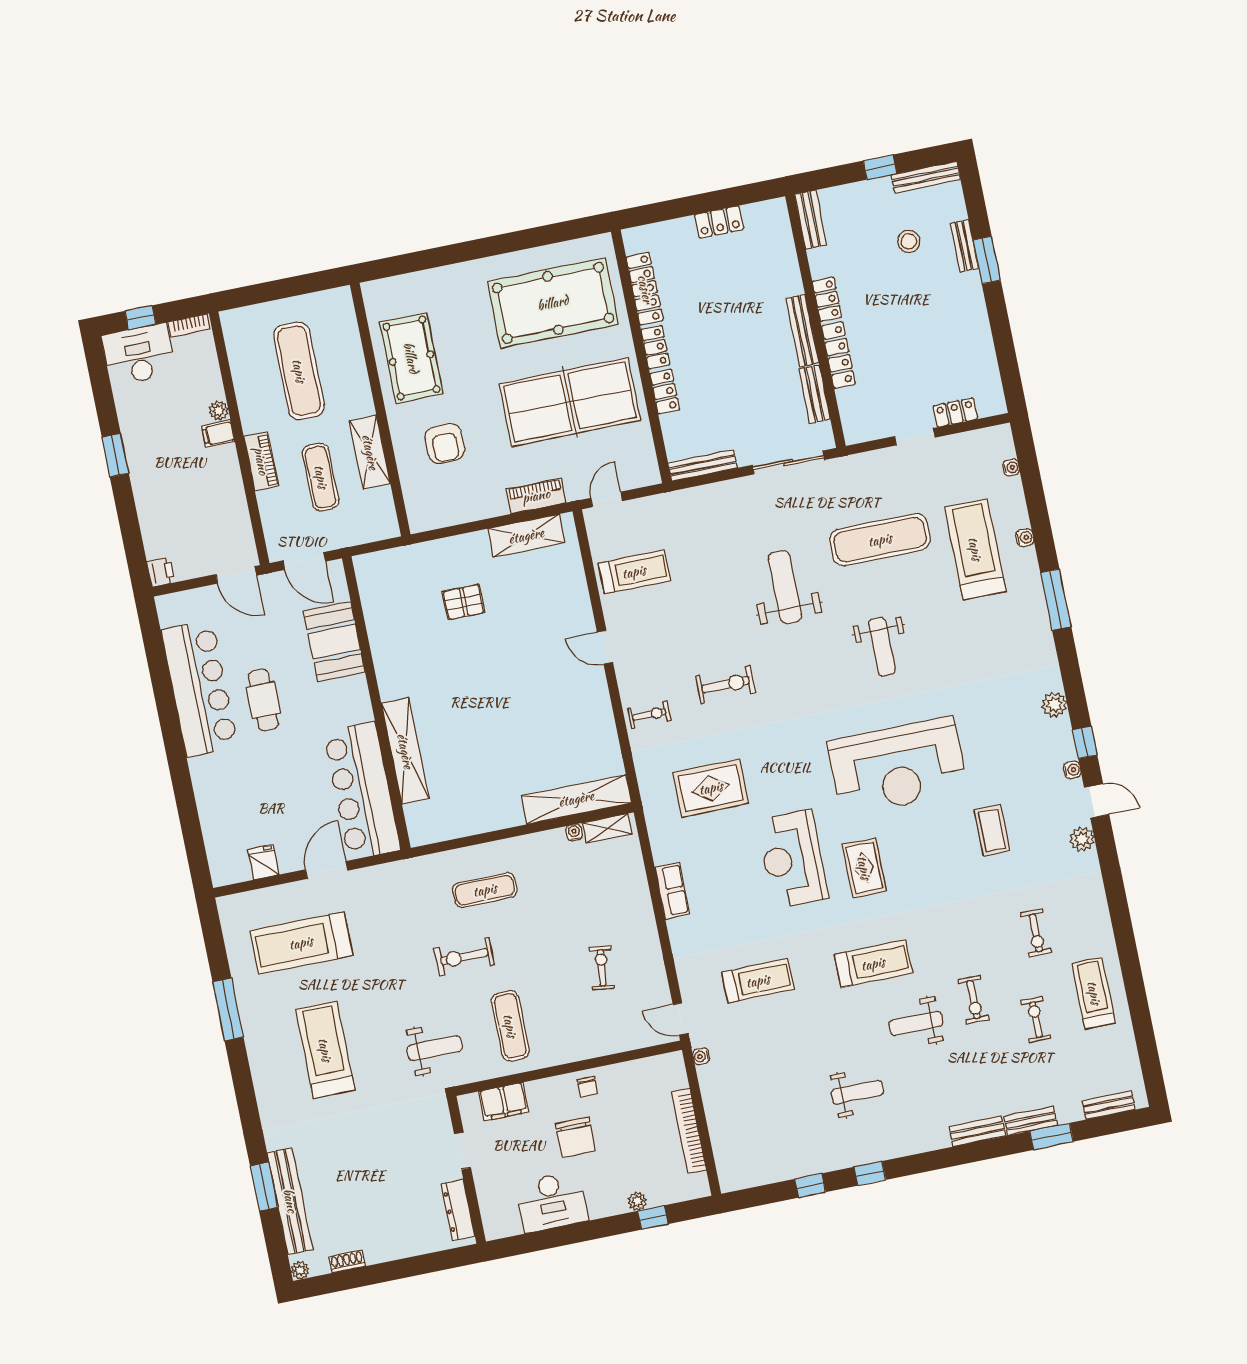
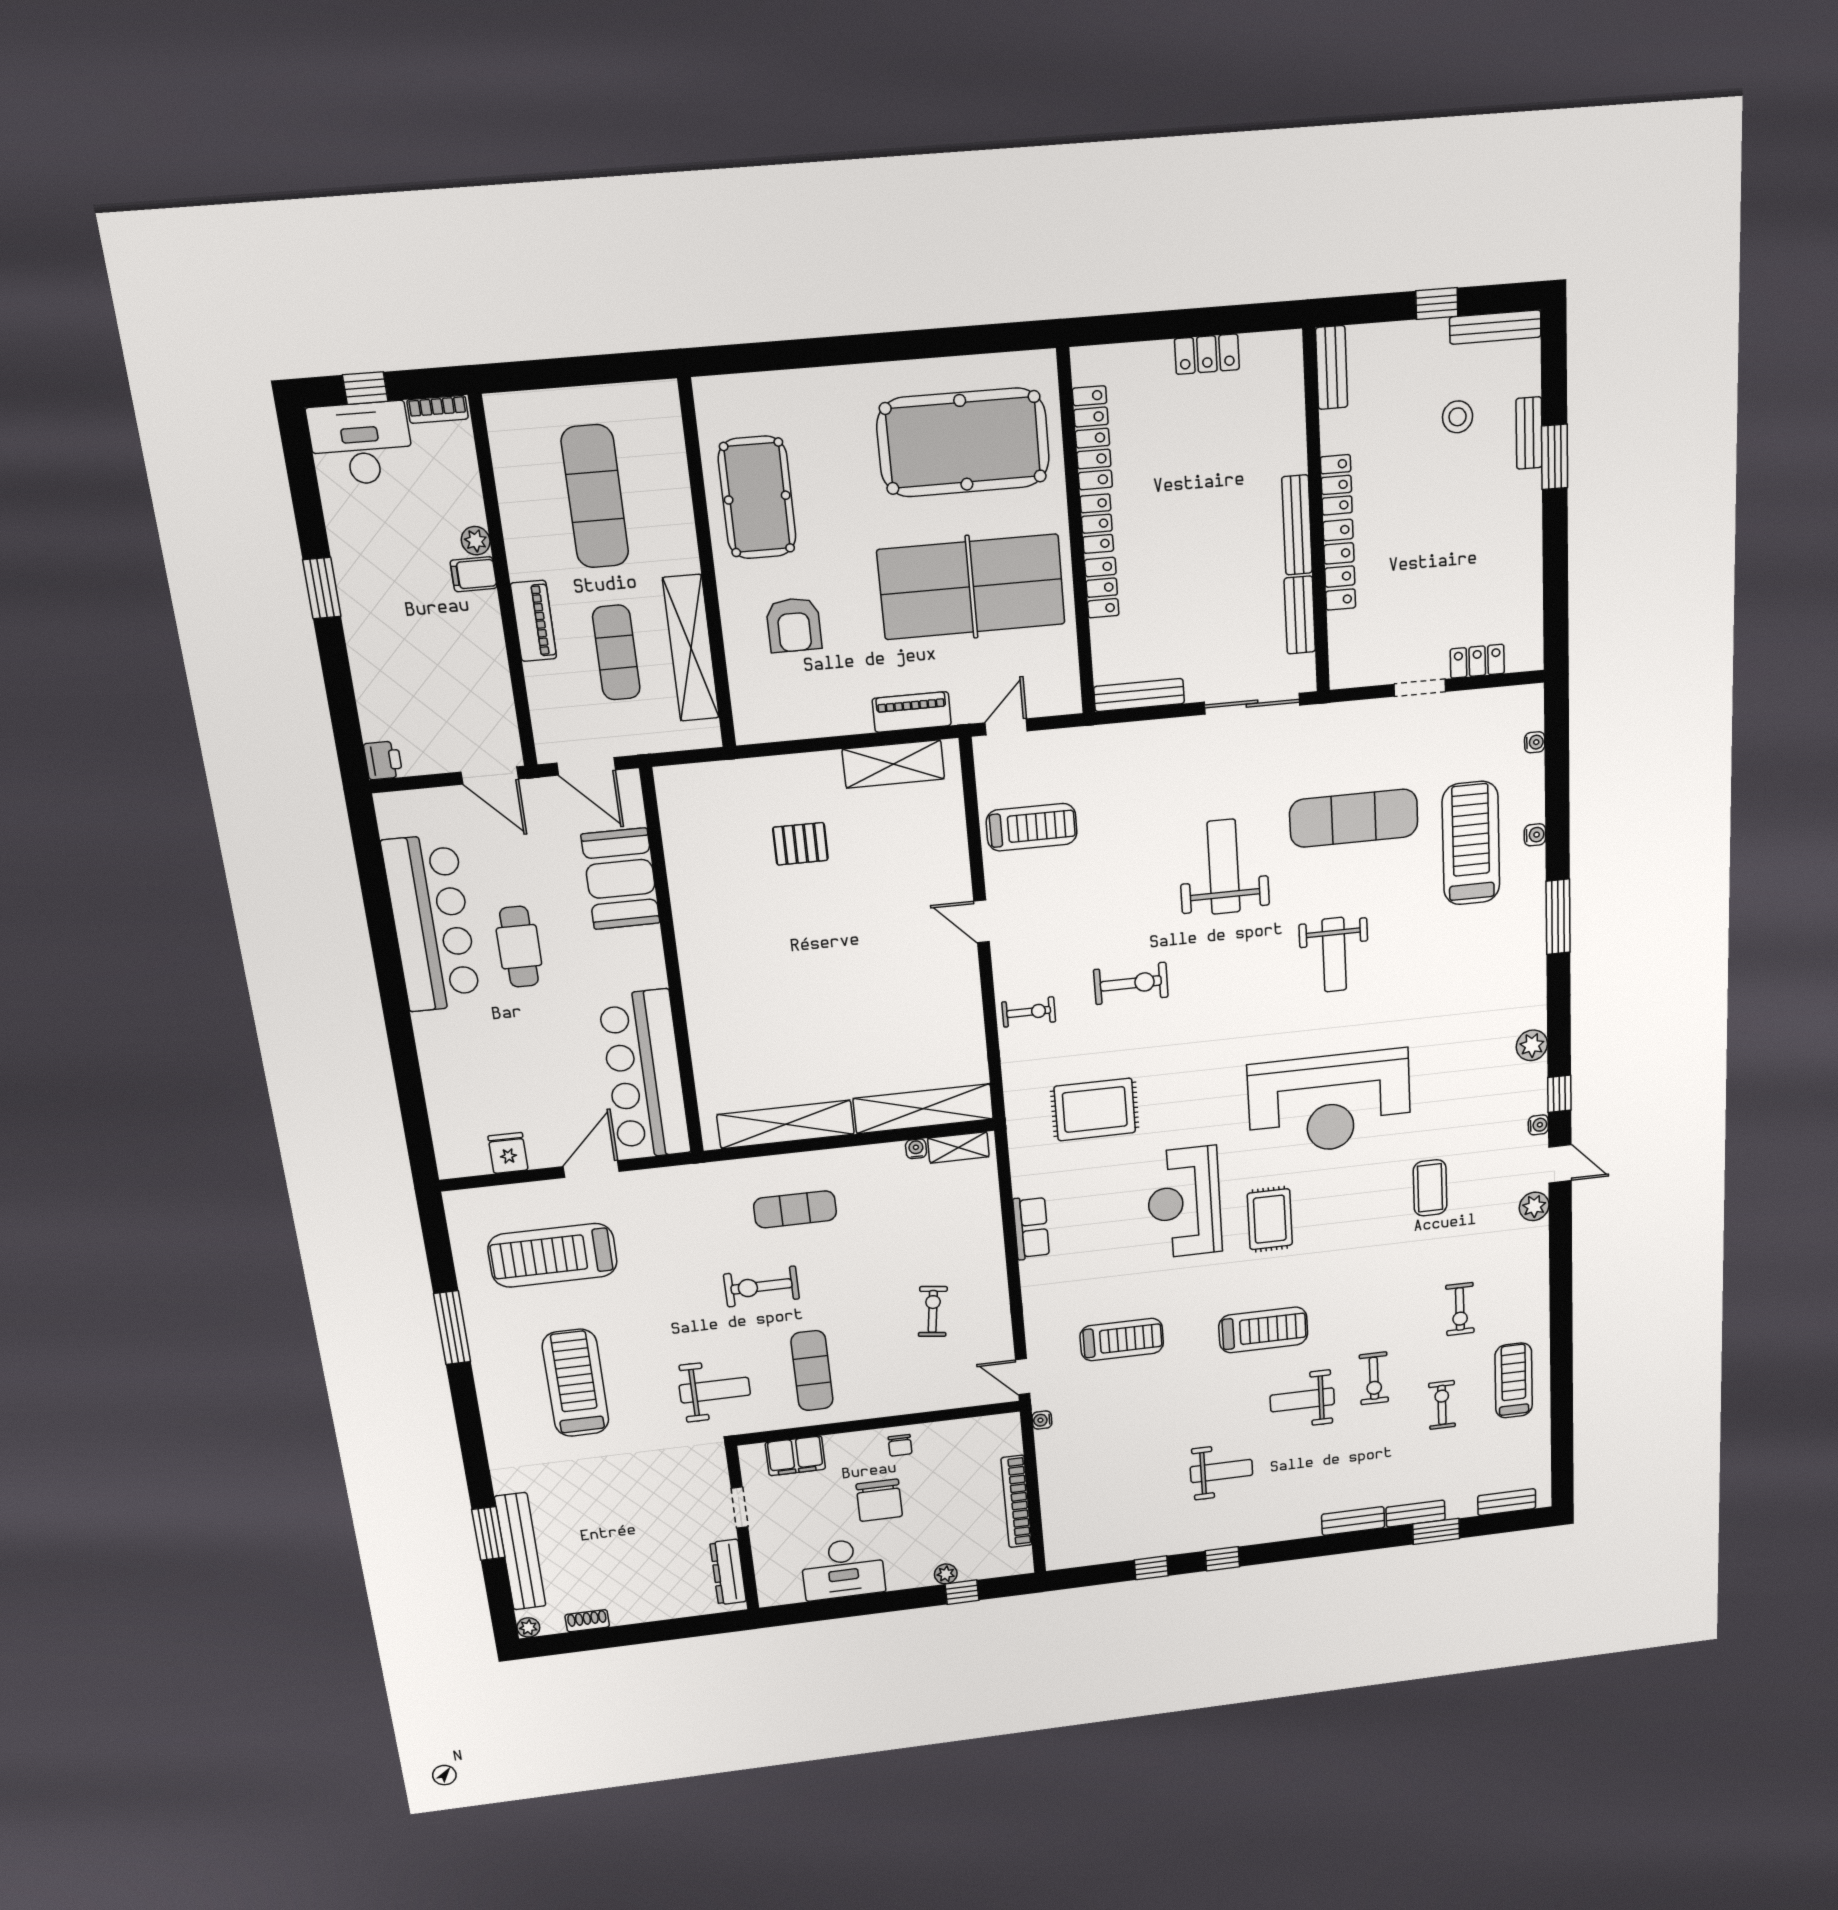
shelving: (370, 452) -> (691, 648), width x1.47
shelving: (405, 751) -> (786, 1124), moved, turned 90

